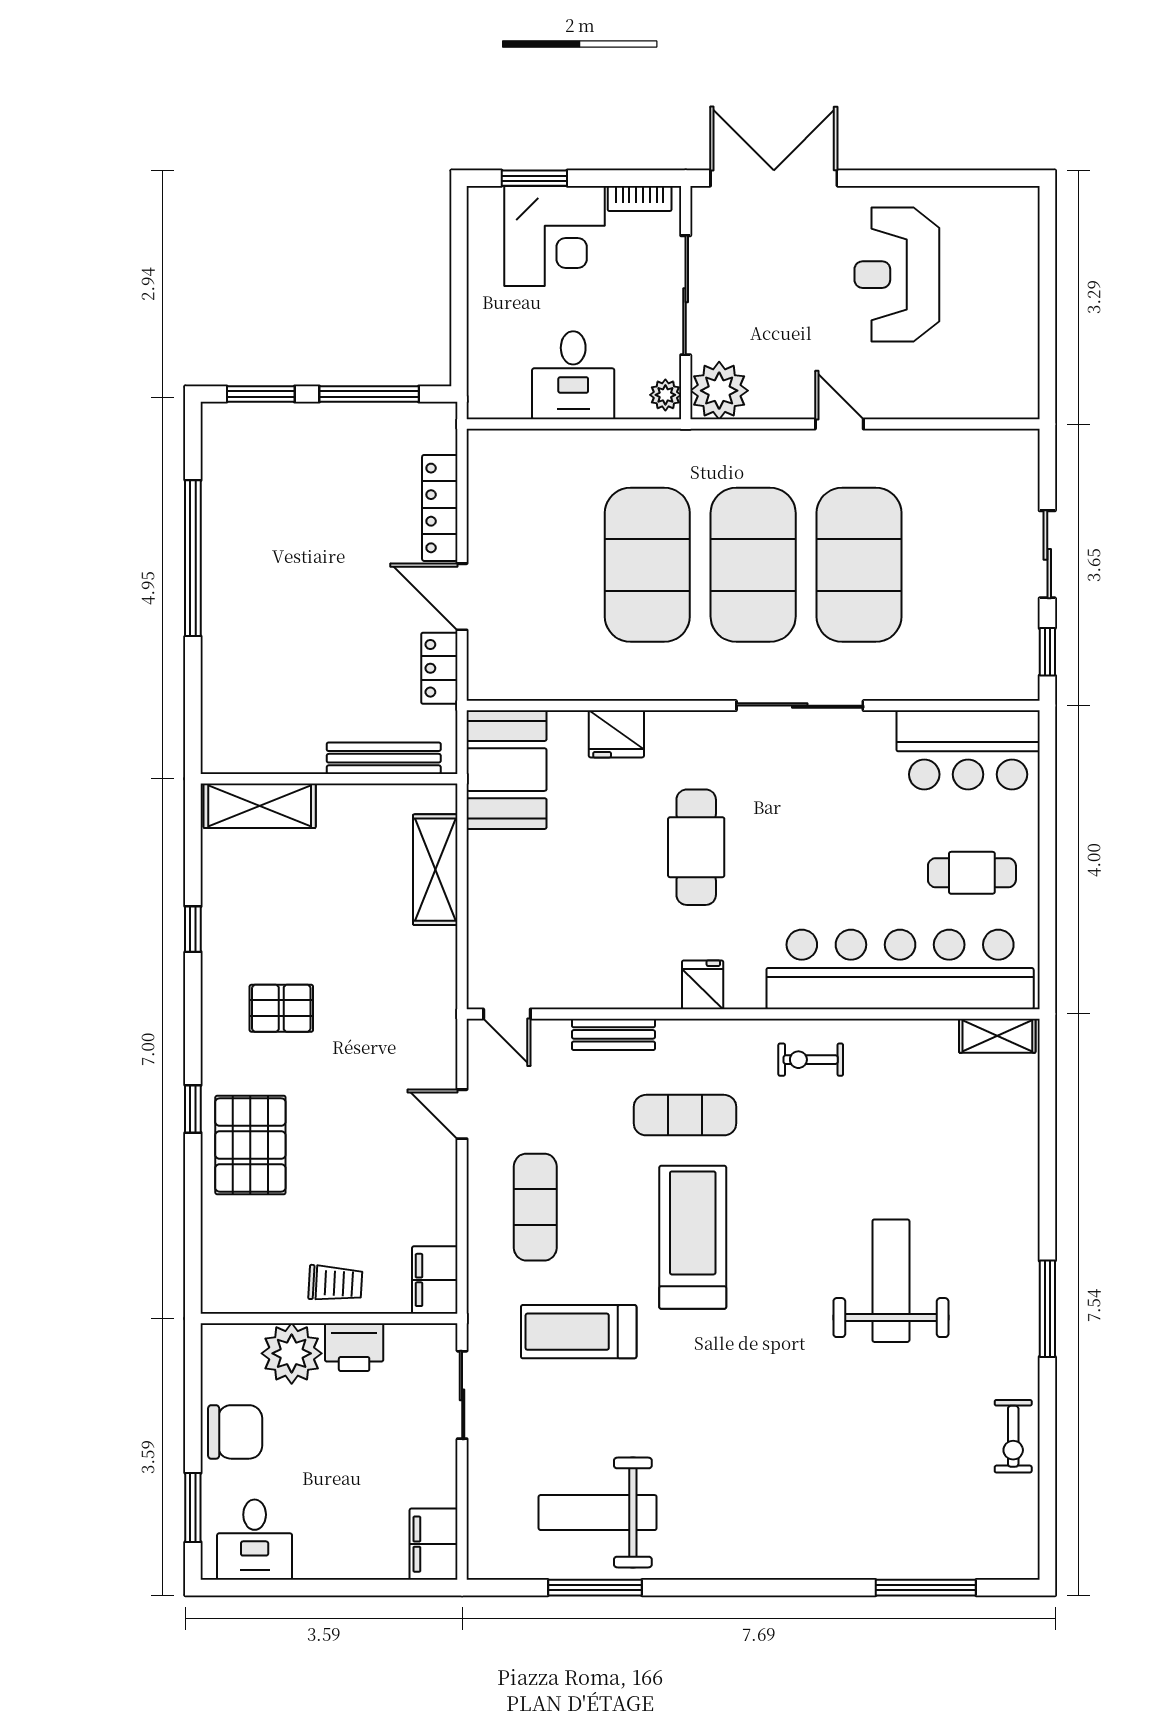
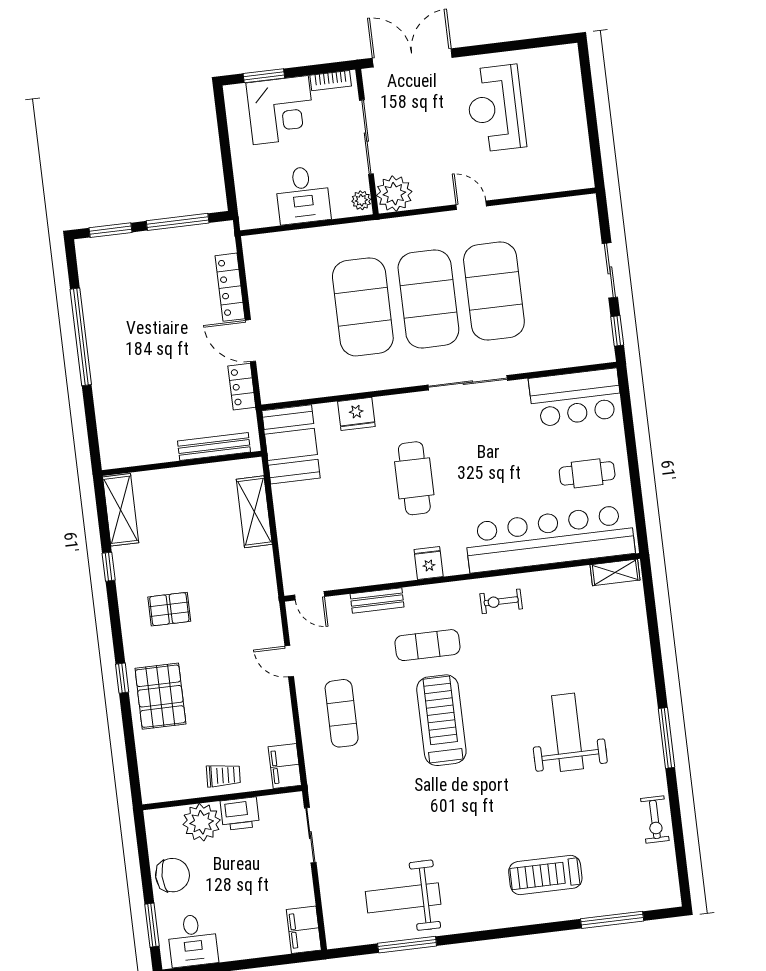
shelving: (260, 806) -> (121, 510), moved, turned 90
treadmill: (579, 1332) -> (545, 875), moved

